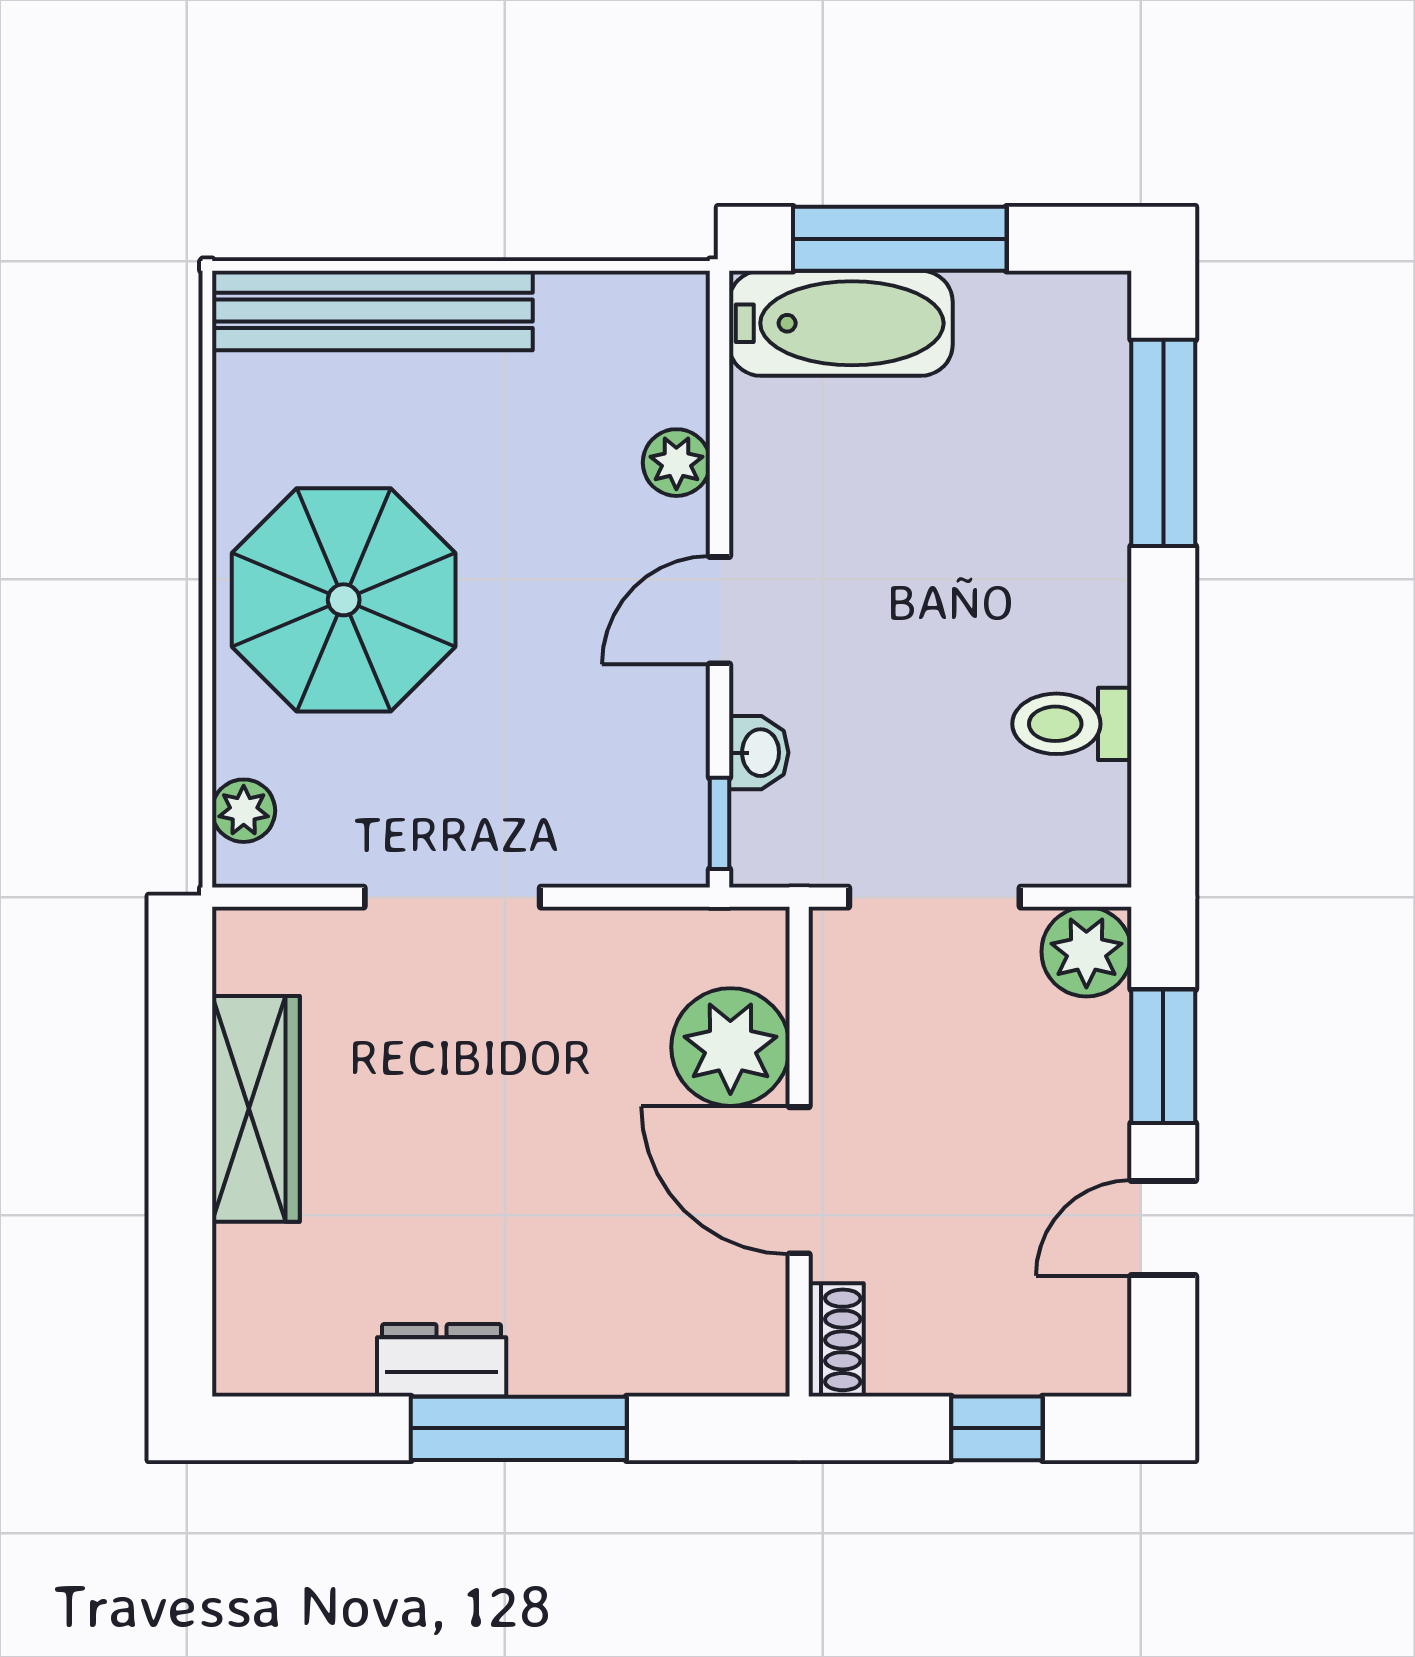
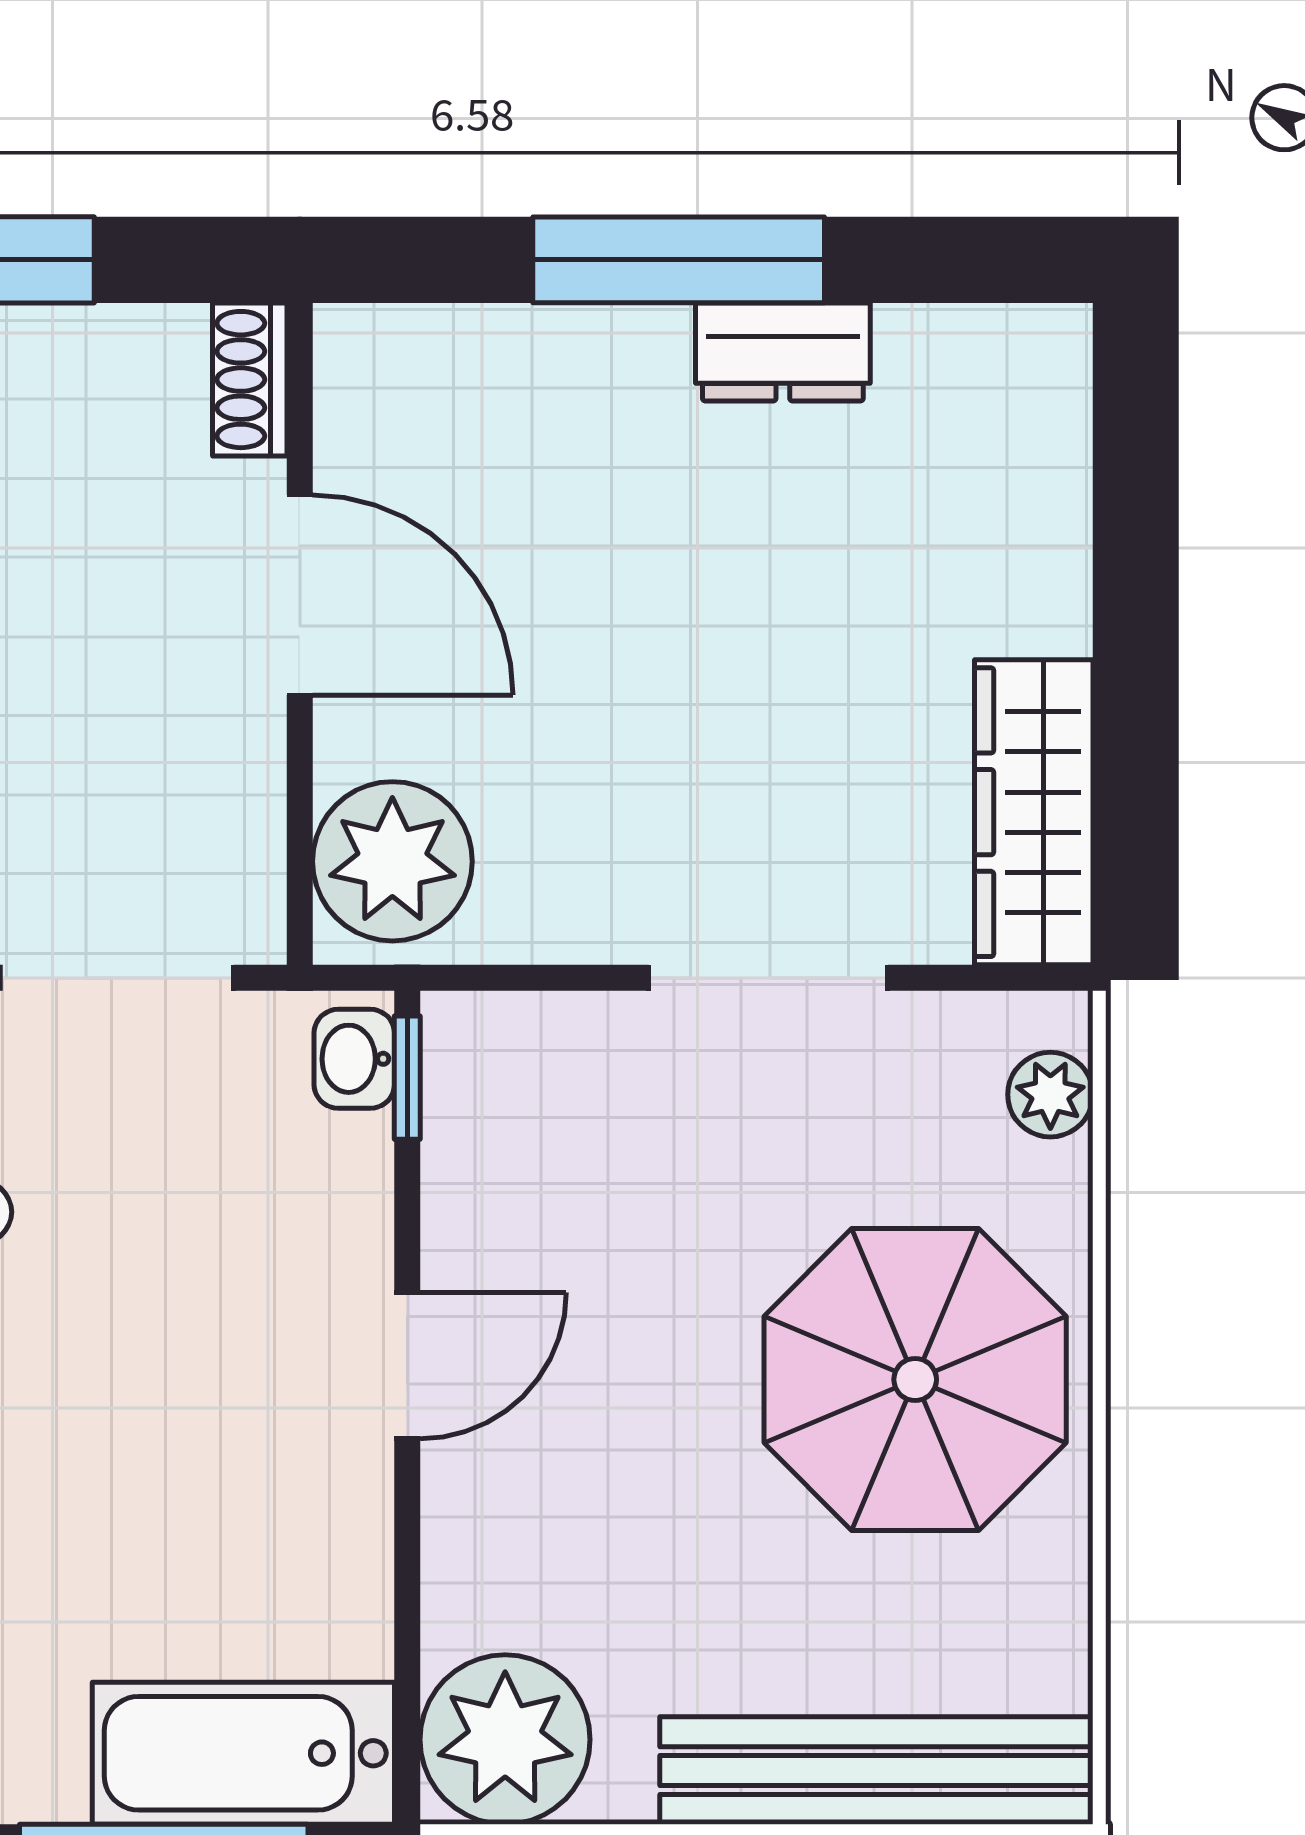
plant: (676, 463) -> (505, 1740), moved, width x1.87, depth x1.87
washbasin: (759, 753) -> (354, 1059), moved
plant: (730, 1047) -> (392, 861), moved
wardrobe: (256, 1109) -> (1034, 812), moved

